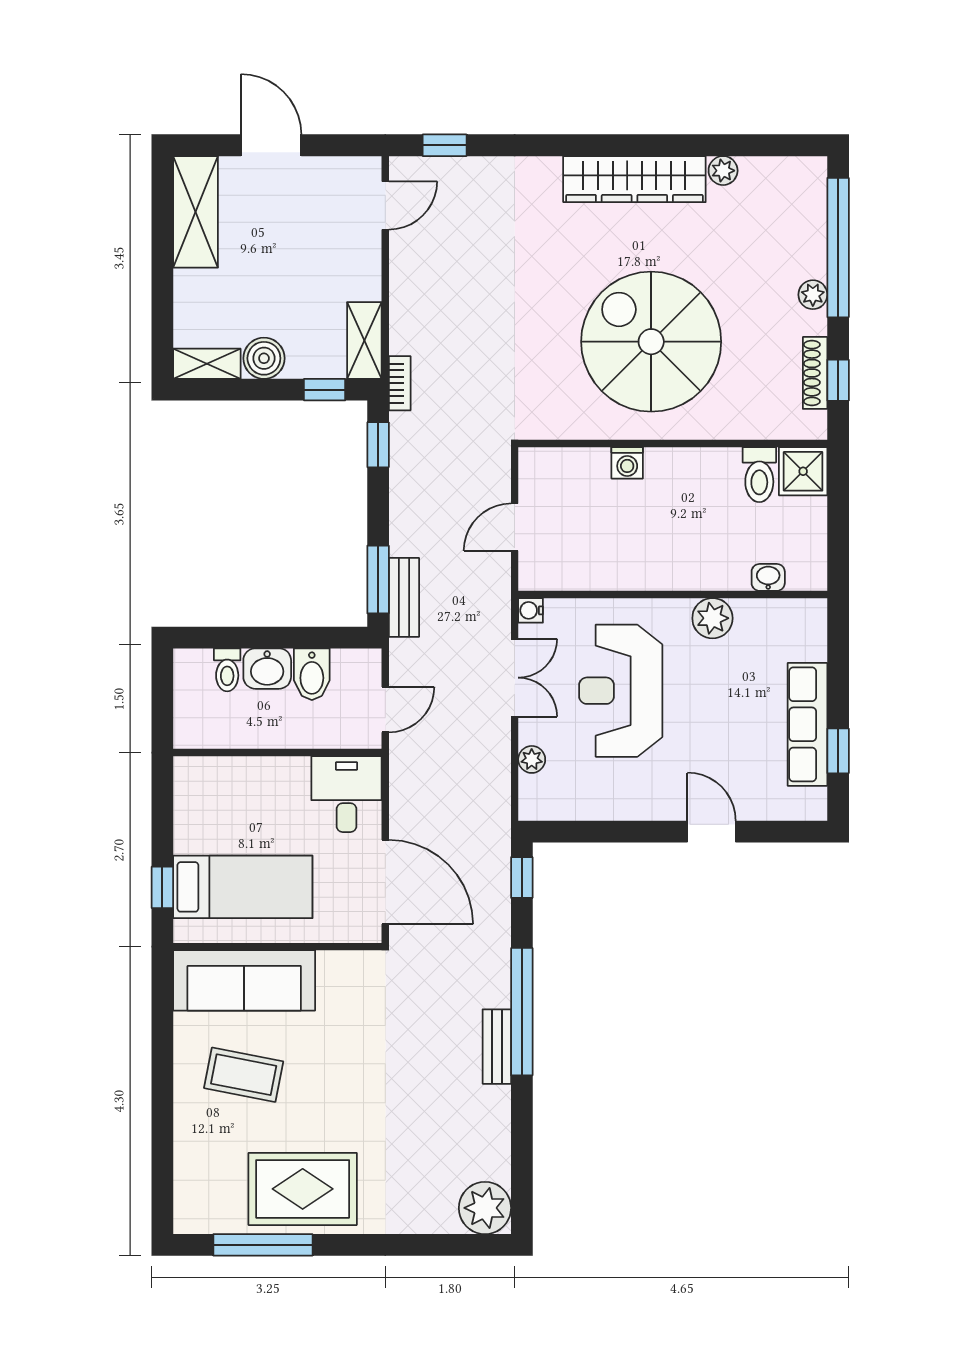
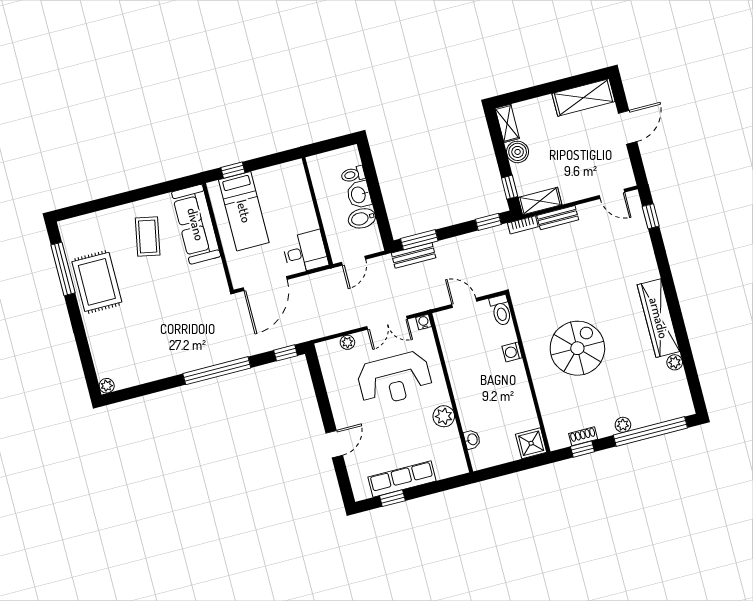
spiral stairs: (651, 342) -> (577, 348), width x0.73, depth x0.73
shoe rack: (815, 373) -> (583, 436), width x0.70
toilet: (759, 475) -> (501, 310), moved, turned -90
reception desk: (621, 691) -> (394, 379), turned 180
door: (385, 710) -> (354, 261), hinge flipped
bench: (497, 1047) -> (558, 218), moved
plant: (485, 1208) -> (107, 386), width x0.53, depth x0.53

